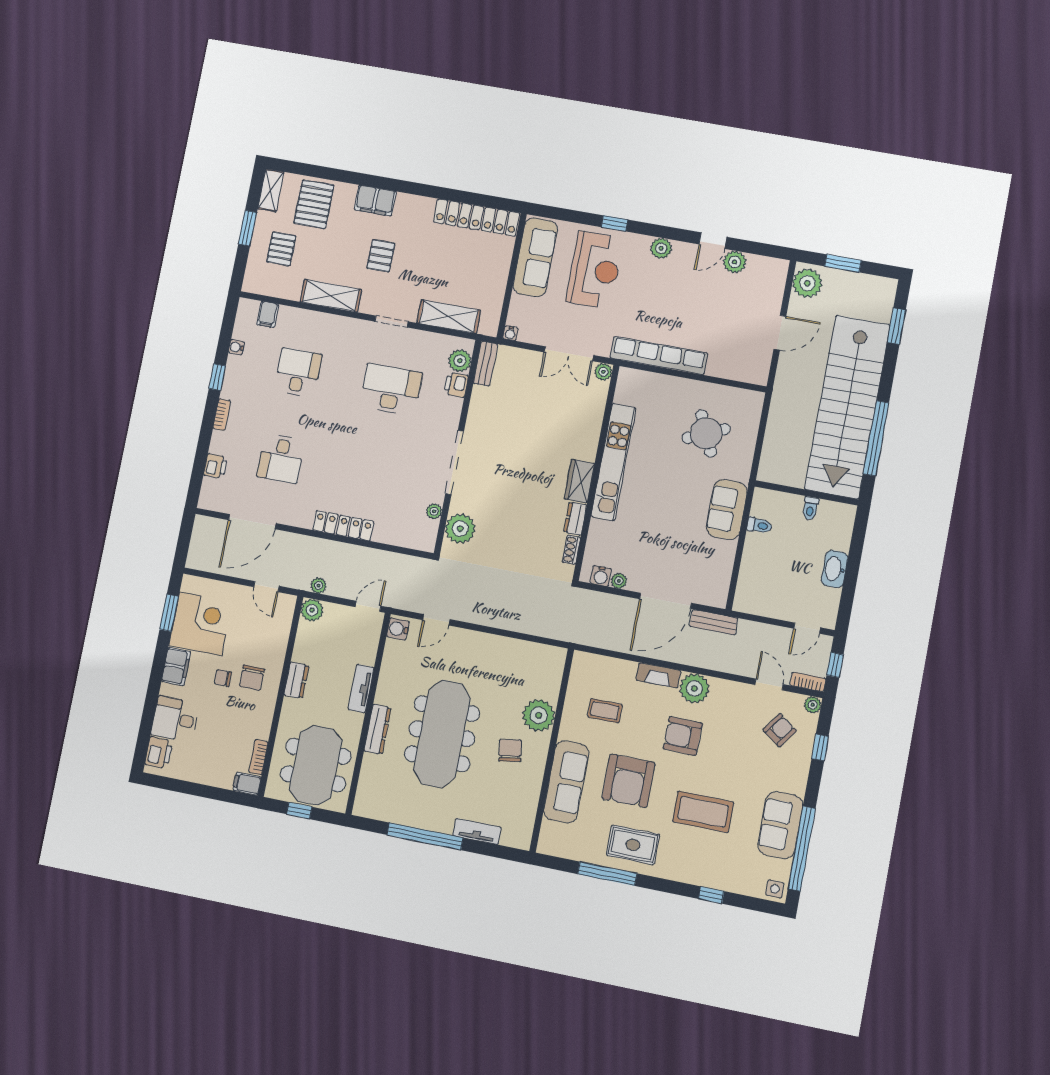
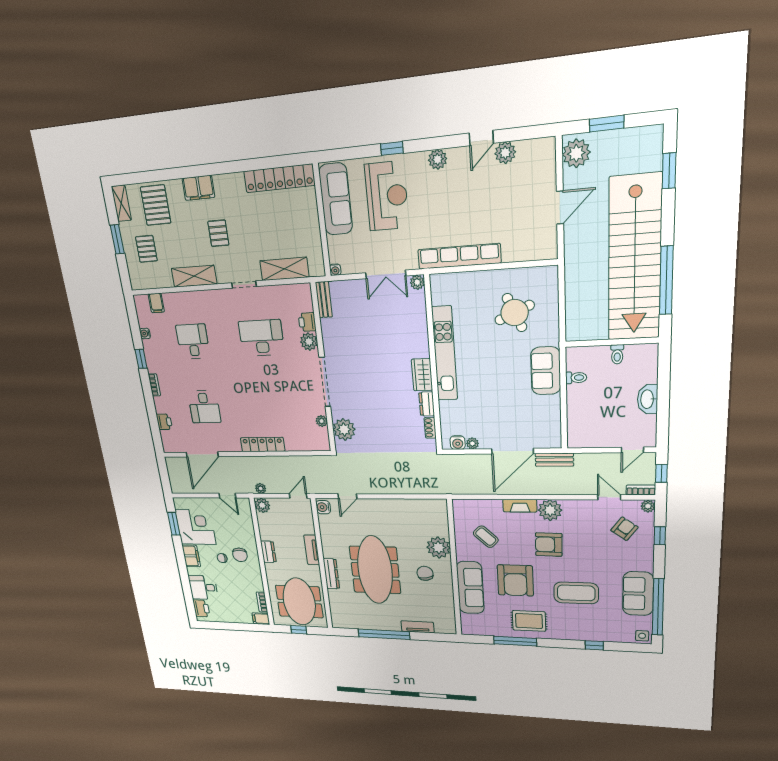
plant: (460, 361) -> (309, 342), moved
coffee table: (605, 711) -> (486, 537), turned 44

